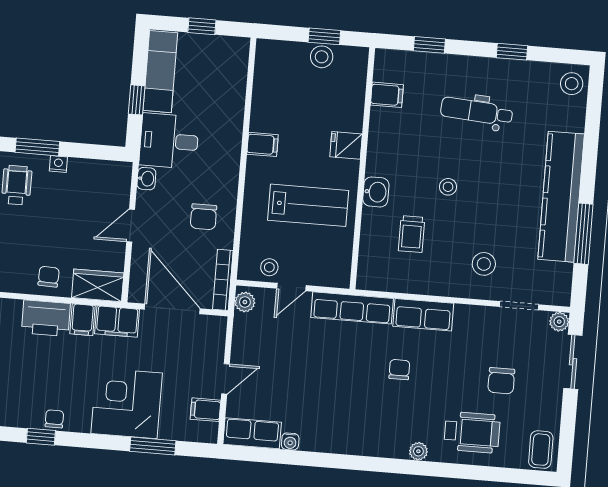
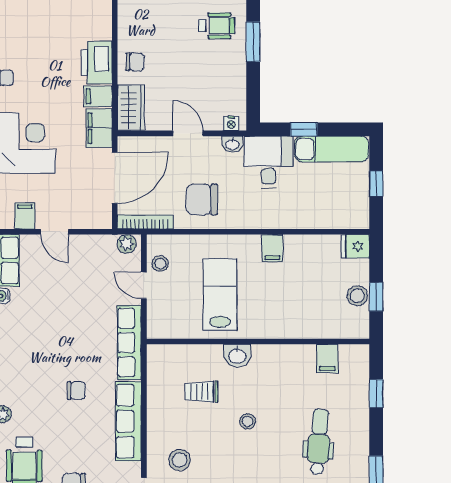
fridge: (346, 145) -> (355, 246), moved, turned -90
nightstand: (58, 164) -> (231, 123), moved, turned 90
lab bench: (308, 205) -> (220, 295), turned 180
chair: (203, 217) -> (202, 199), width x1.37, depth x1.37
row of seats: (423, 315) -> (128, 421), width x1.48

